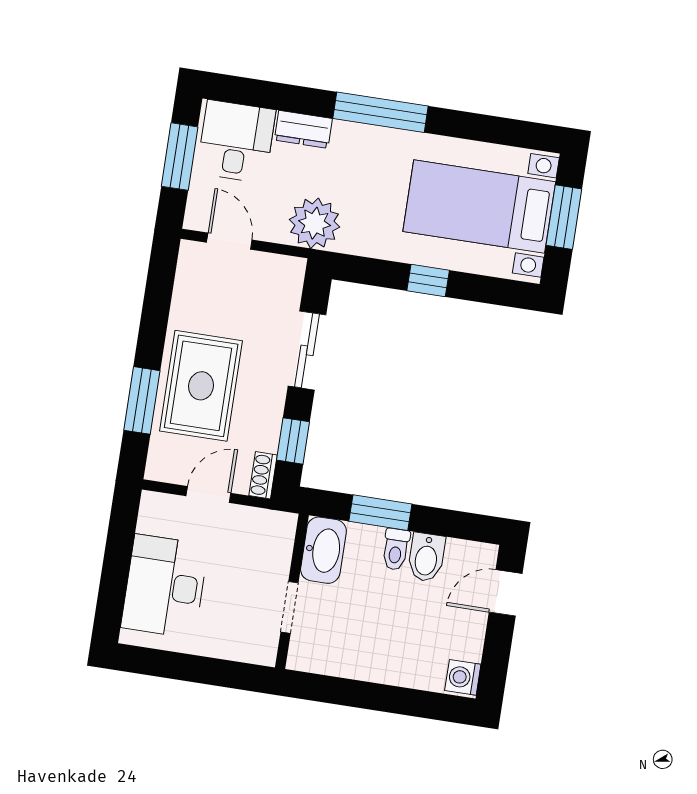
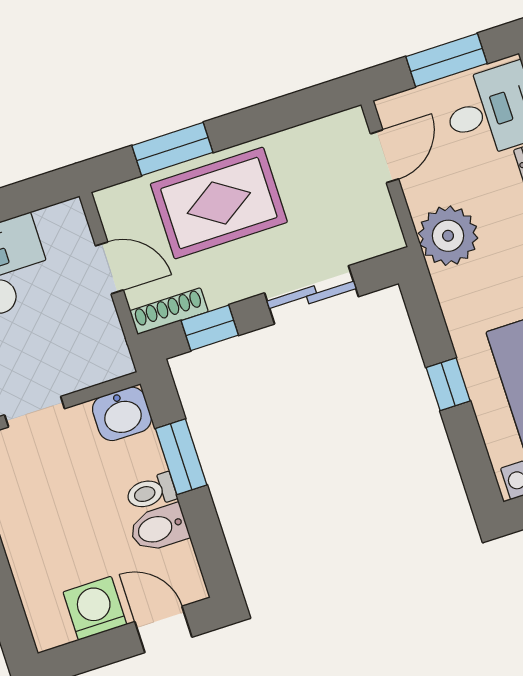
shoe rack: (263, 475) -> (169, 311), width x1.43
washbasin: (323, 550) -> (122, 414), width x0.72
washing machine: (463, 677) -> (95, 608), moved, width x1.38, depth x1.38

